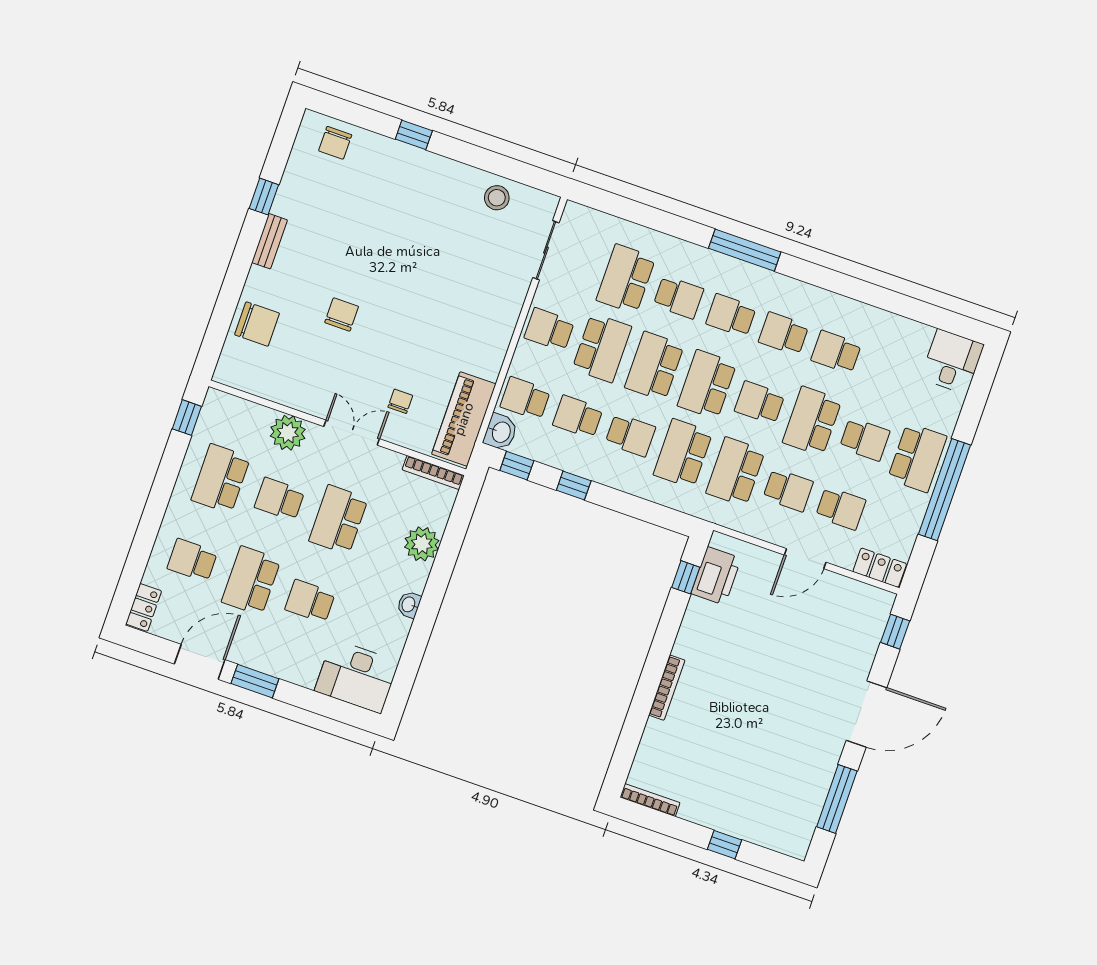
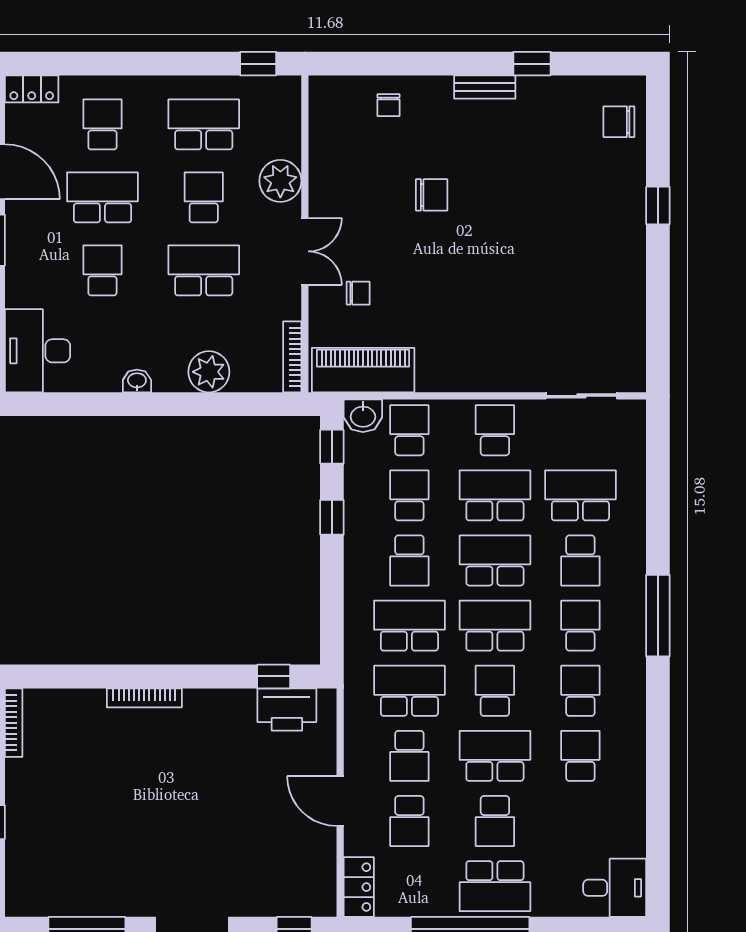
stool: (497, 198) -> (620, 321), removed
chair: (257, 324) -> (389, 105), width x0.54, depth x0.54
school desk: (602, 348) -> (495, 495), turned 180

